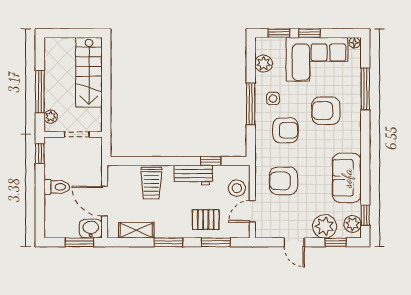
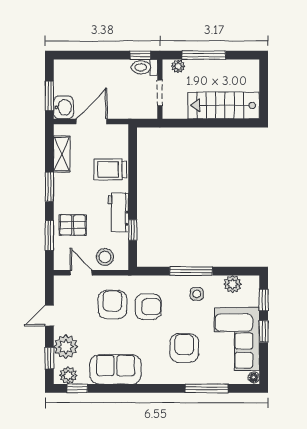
armchair: (285, 130) -> (148, 307), moved, turned -90
toilet: (57, 187) -> (144, 67), moved, turned 90
pallet: (206, 220) -> (73, 225), turned 90

